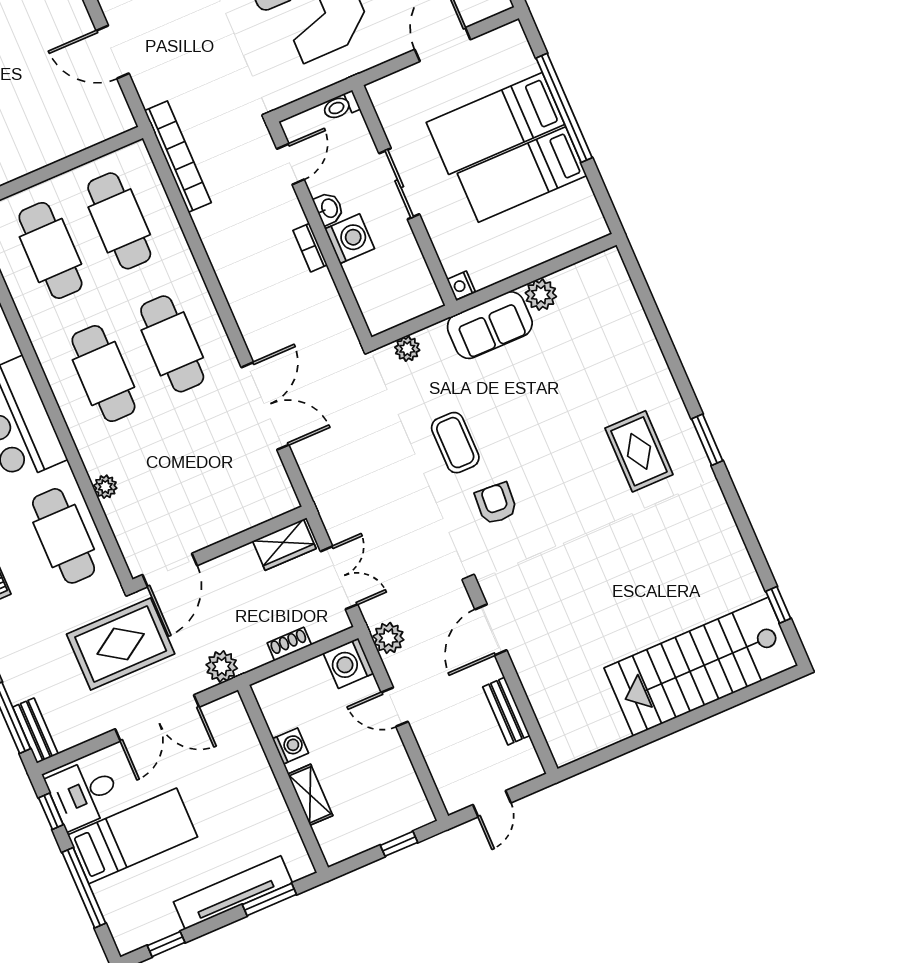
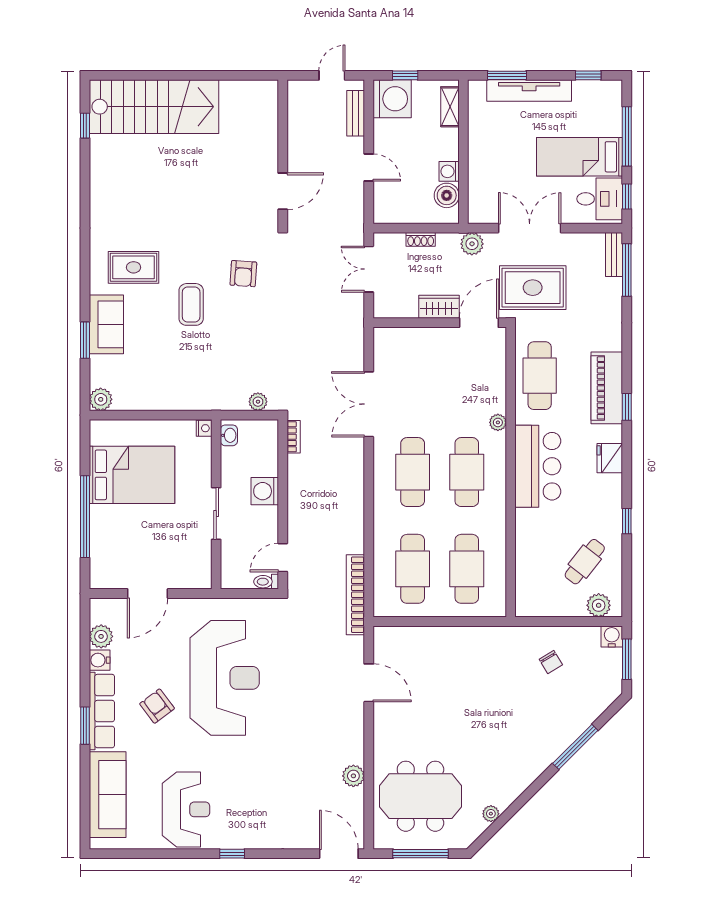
toilet: (341, 106) -> (266, 582), moved, turned 180
bed: (496, 123) -> (135, 526), removed
bed: (522, 174) -> (132, 475), width x1.50
washbasin: (329, 208) -> (229, 435), moved, turned 180
bookcase: (310, 248) -> (294, 437), moved
plant: (541, 295) -> (101, 399), moved
sofa: (490, 325) -> (106, 324), moved, turned 90
window: (707, 440) -> (85, 340), moved
coffee table: (455, 443) -> (191, 304), moved
rug: (639, 451) -> (134, 267), turned 90
plant: (105, 487) -> (498, 422), moved
wardrobe: (284, 545) -> (439, 307), moved
plant: (388, 638) -> (353, 215), removed
washing machine: (348, 663) -> (392, 99), moved, width x1.37, depth x1.37
bench: (506, 711) -> (356, 113), moved
boiler: (280, 714) -> (447, 195), added
shelving: (310, 795) -> (450, 107), moved

